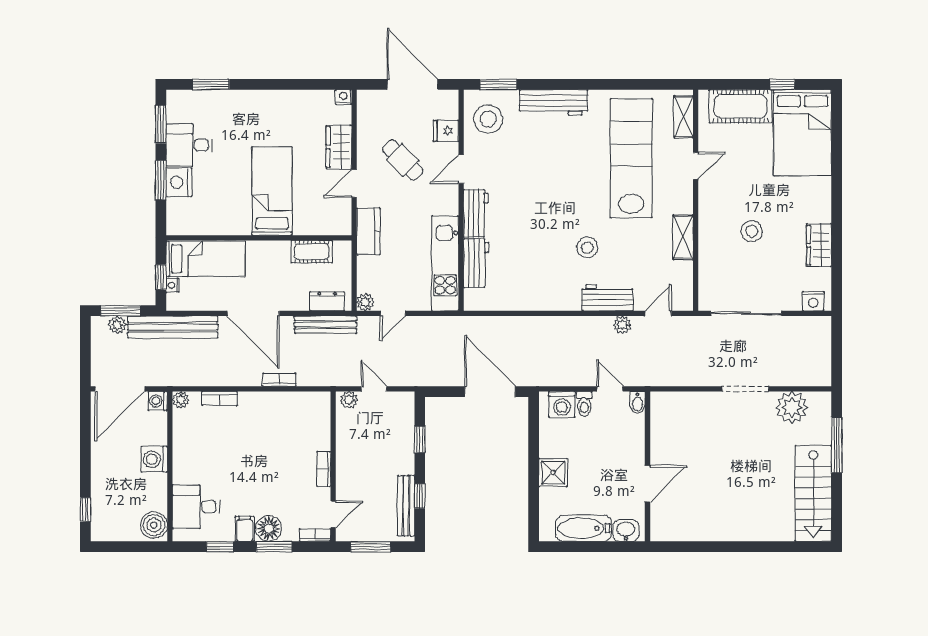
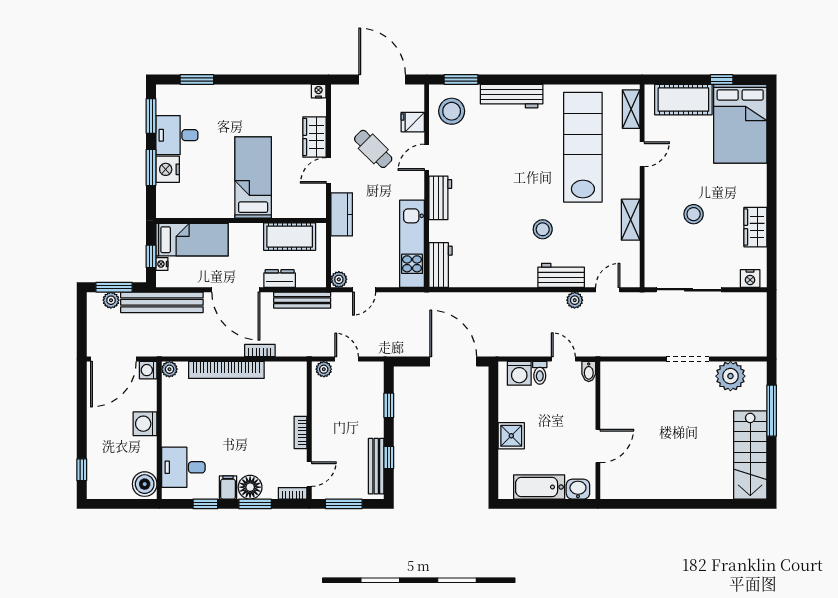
cot: (312, 252) -> (290, 237), width x1.37, depth x1.34
workbench: (476, 263) -> (441, 265), moved
dresser: (327, 301) -> (280, 279), moved
bookcase: (219, 398) -> (226, 370), width x2.31, depth x1.31

